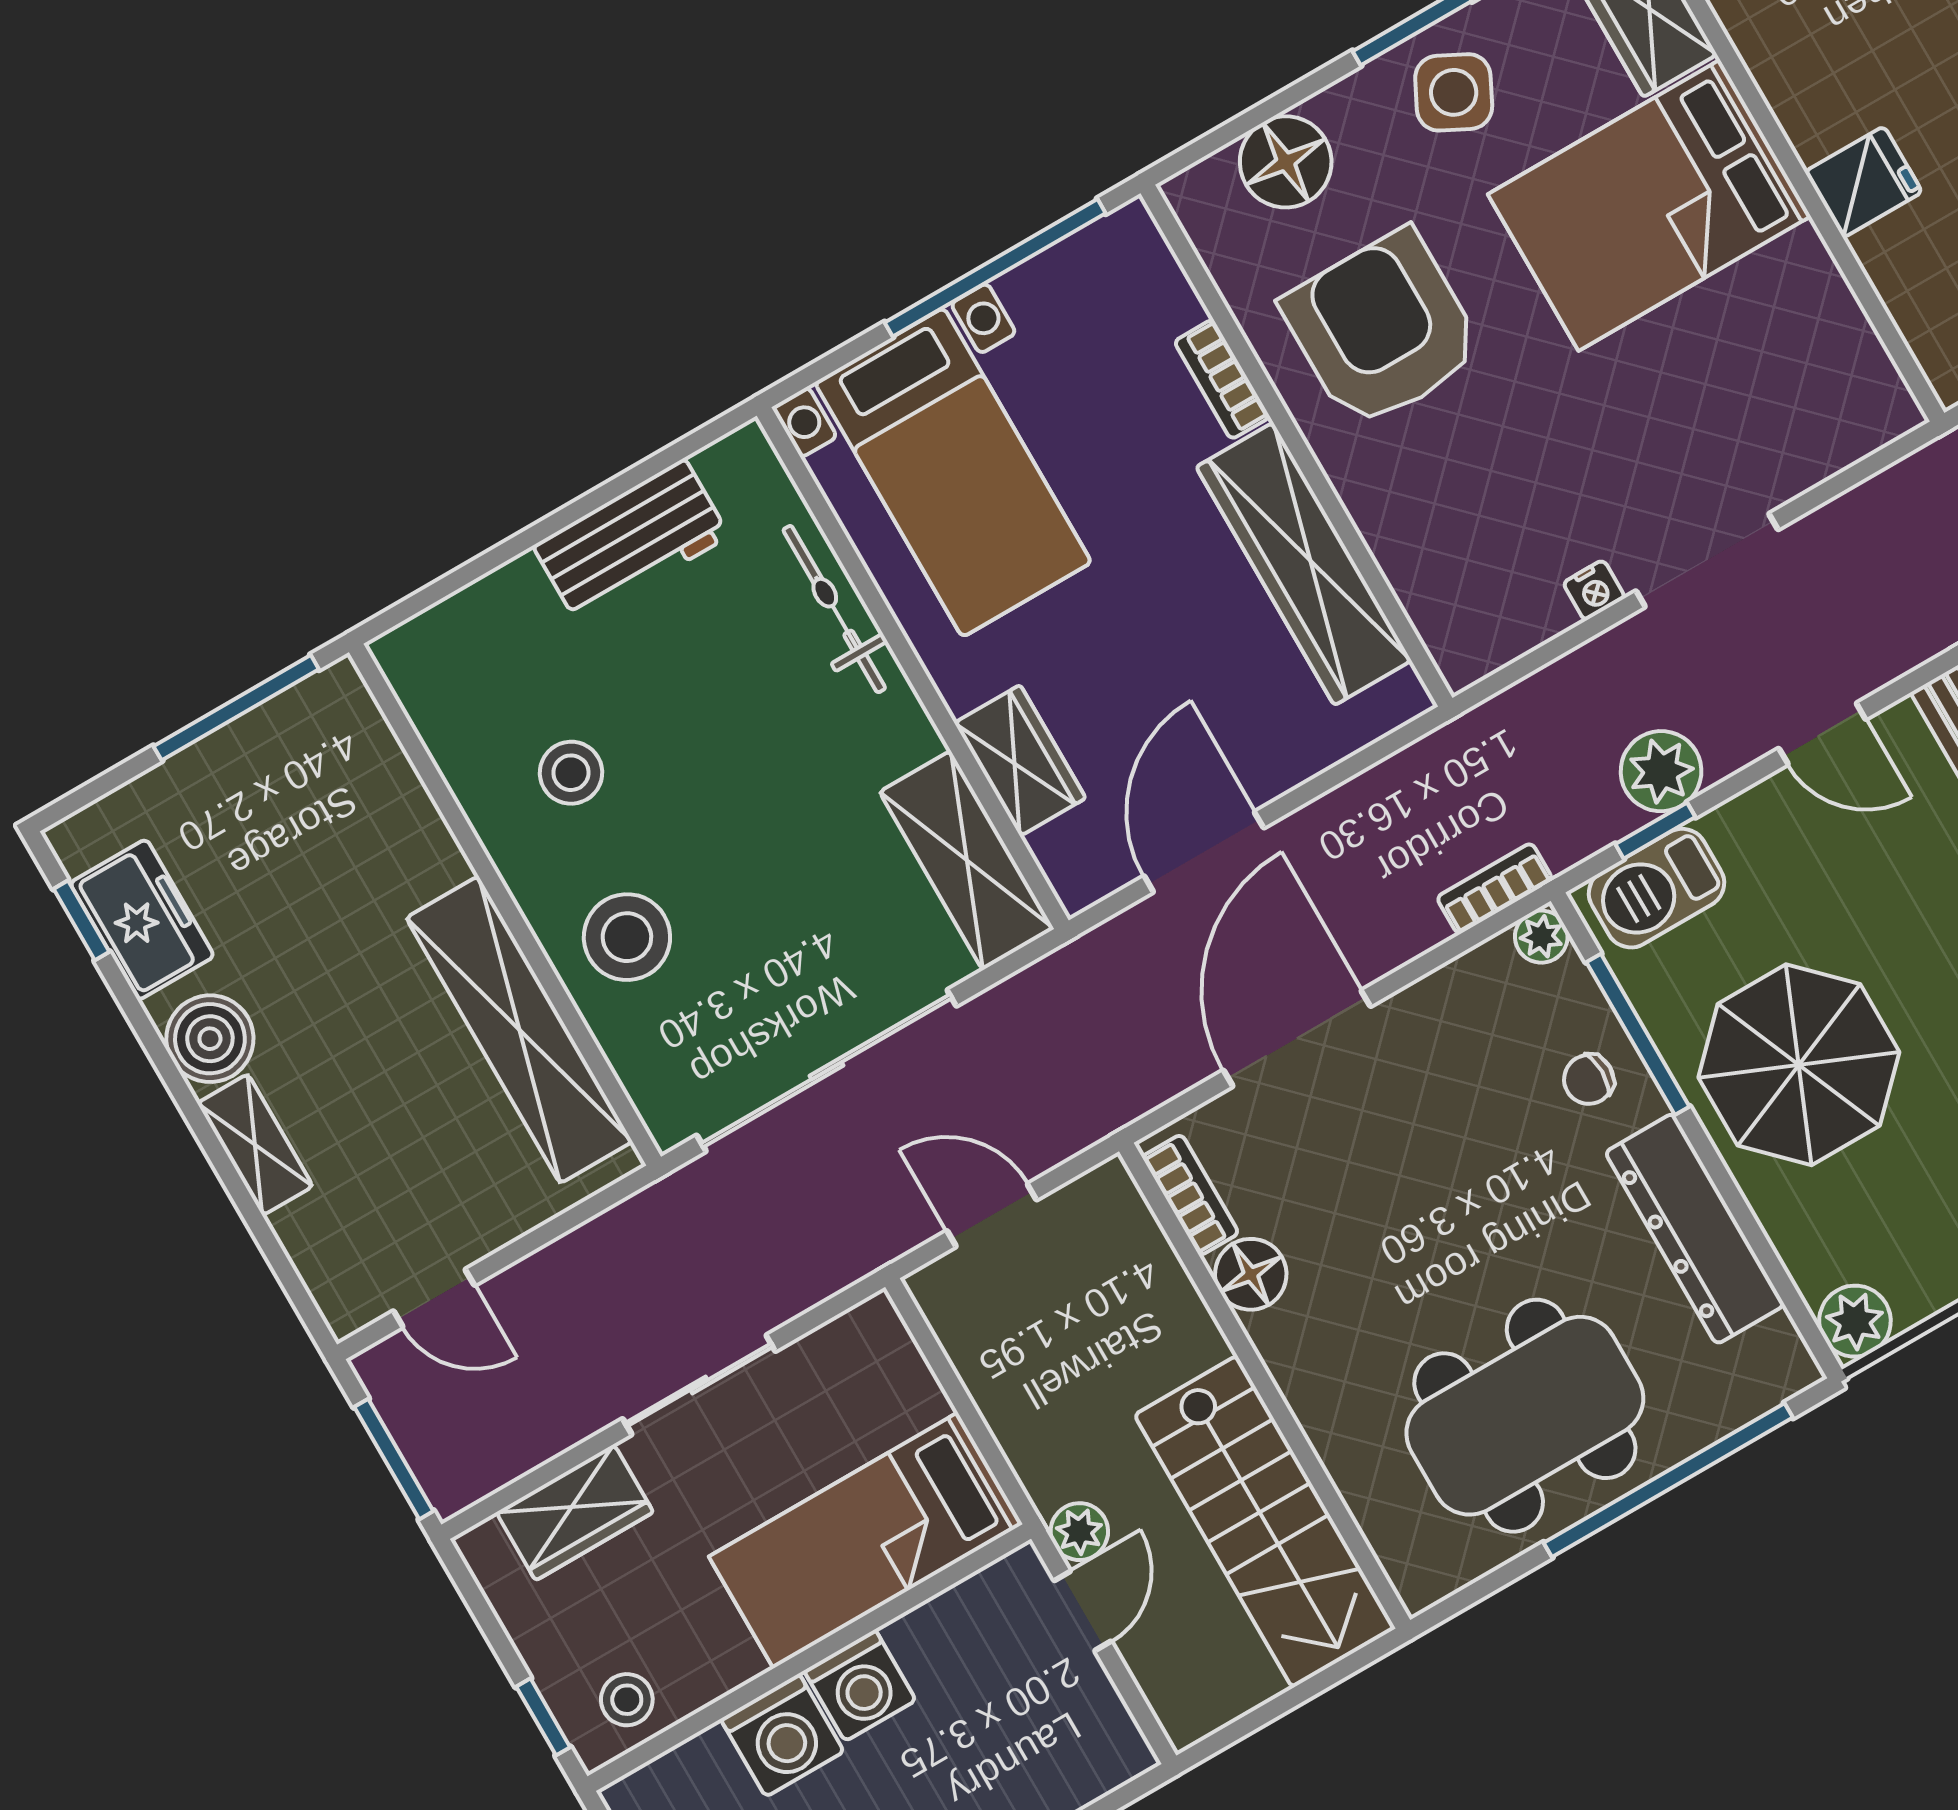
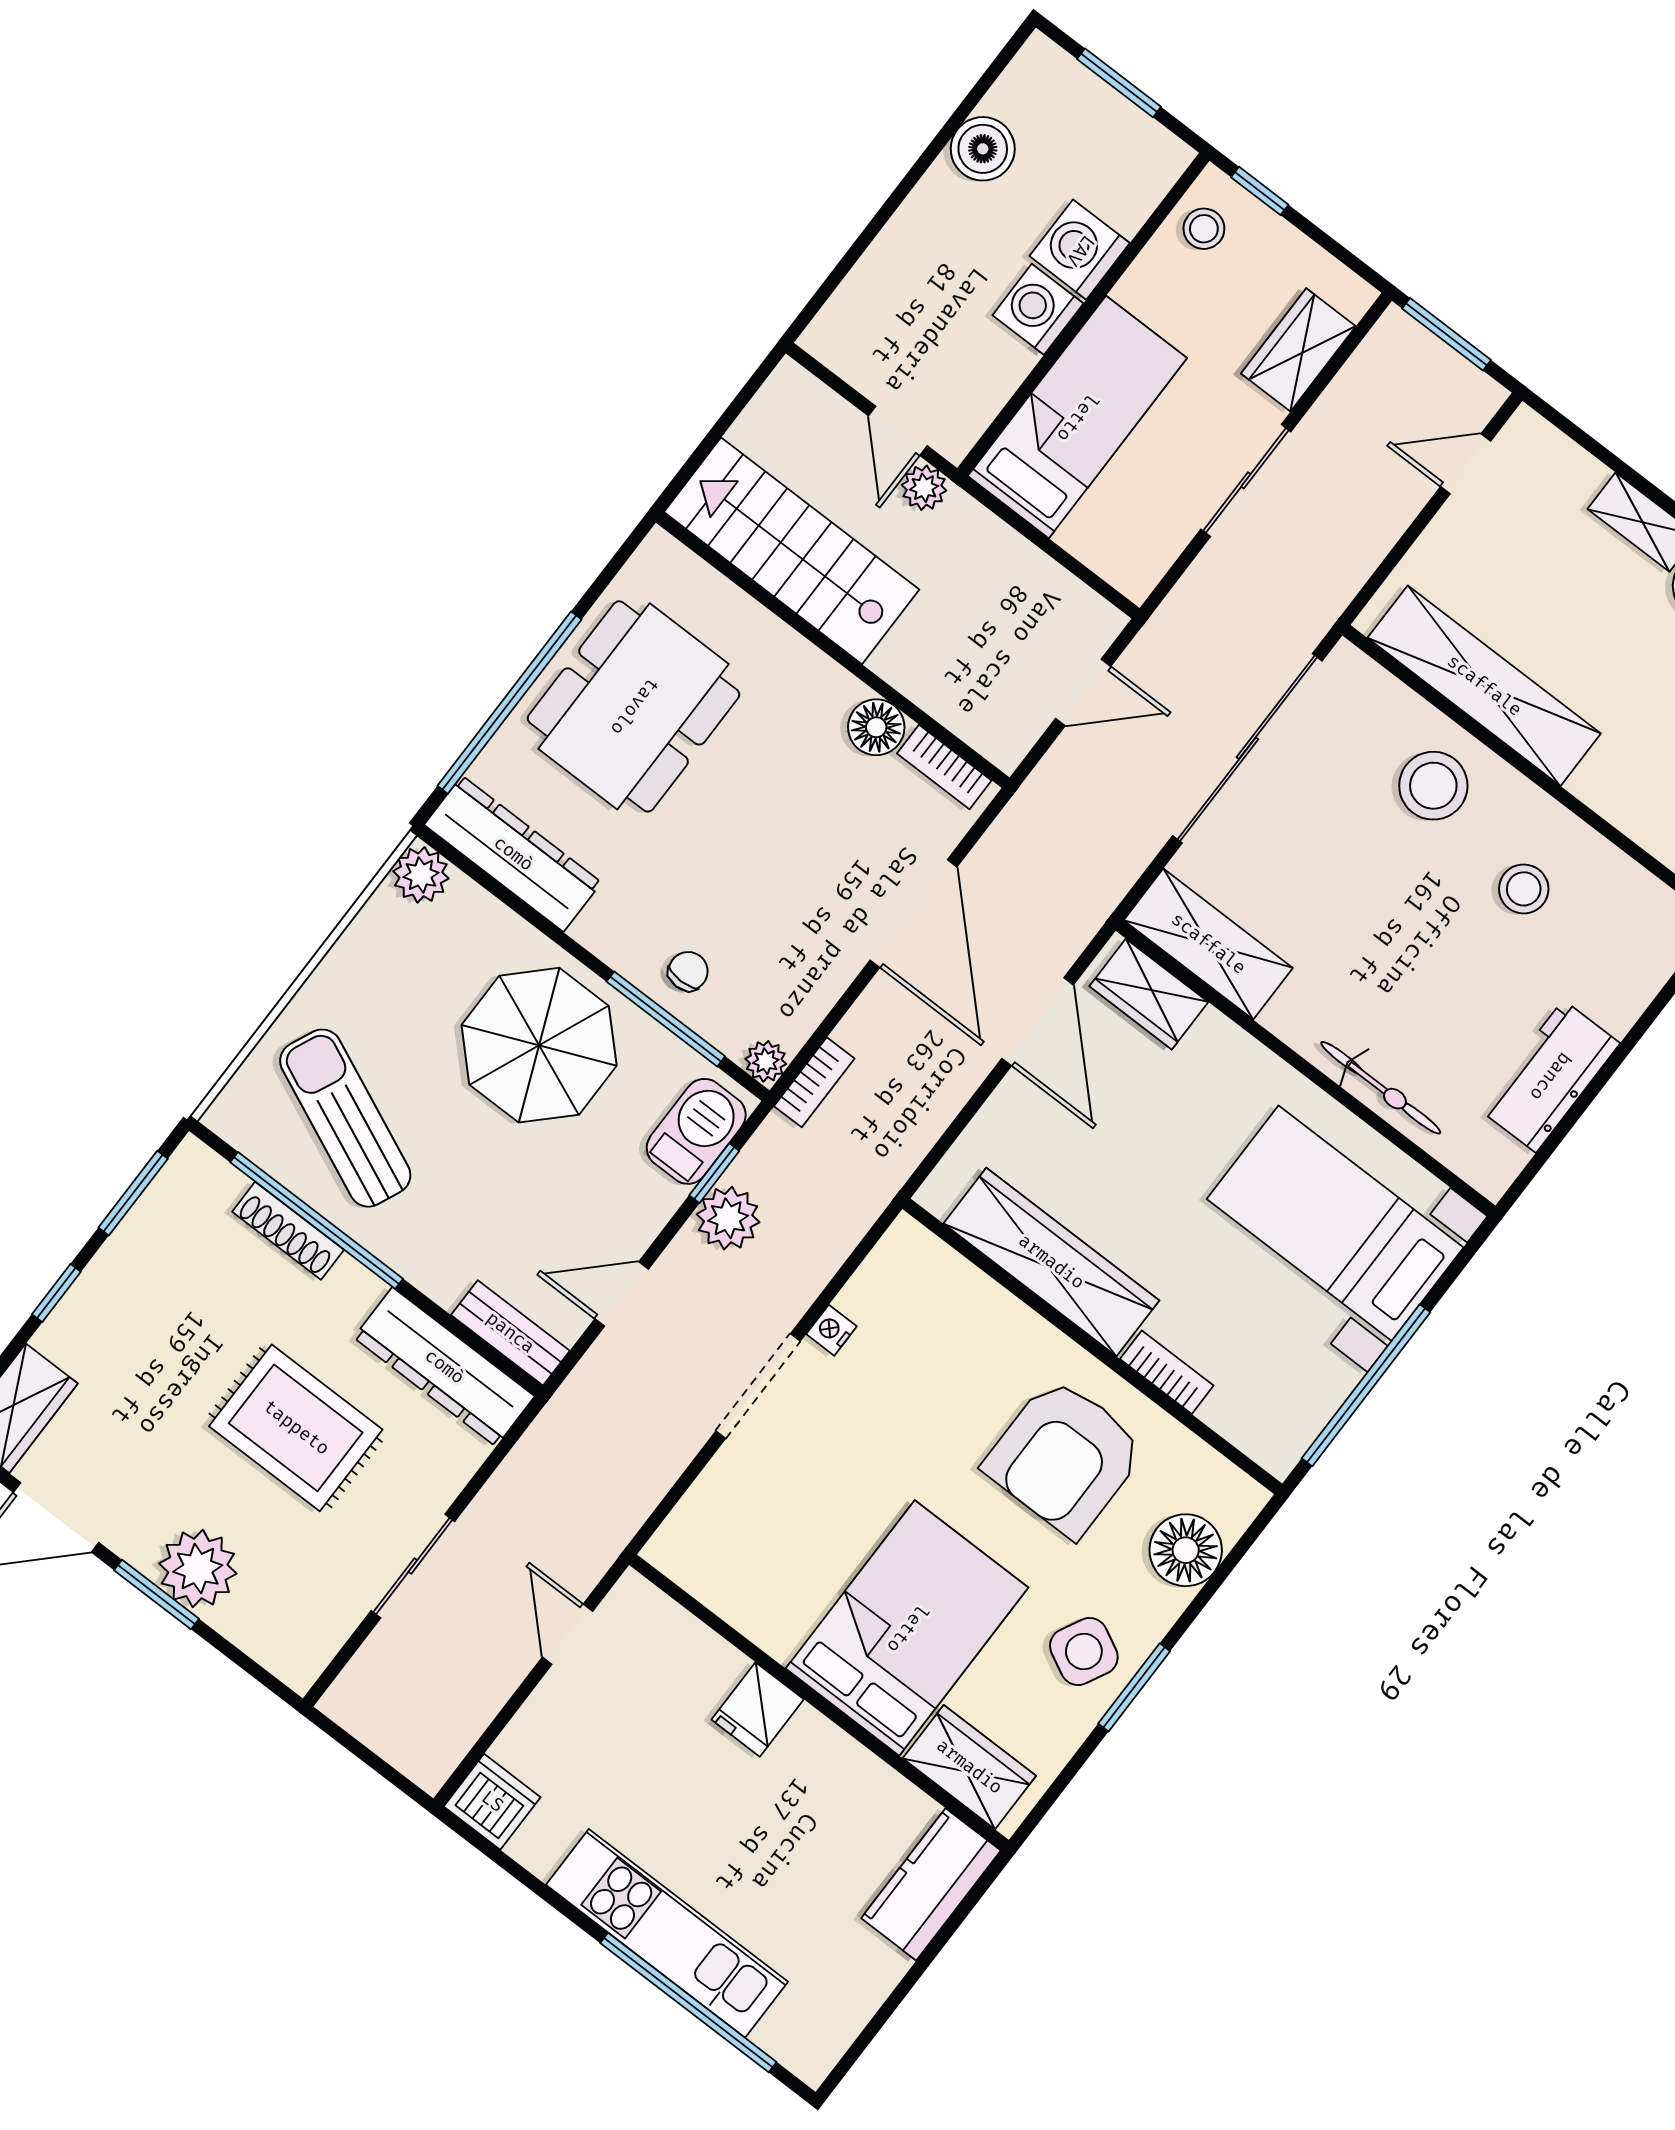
armchair: (1382, 329) -> (1065, 1457), turned 90
wardrobe: (1020, 761) -> (1149, 994), moved
dresser: (1695, 1229) -> (513, 854), moved

